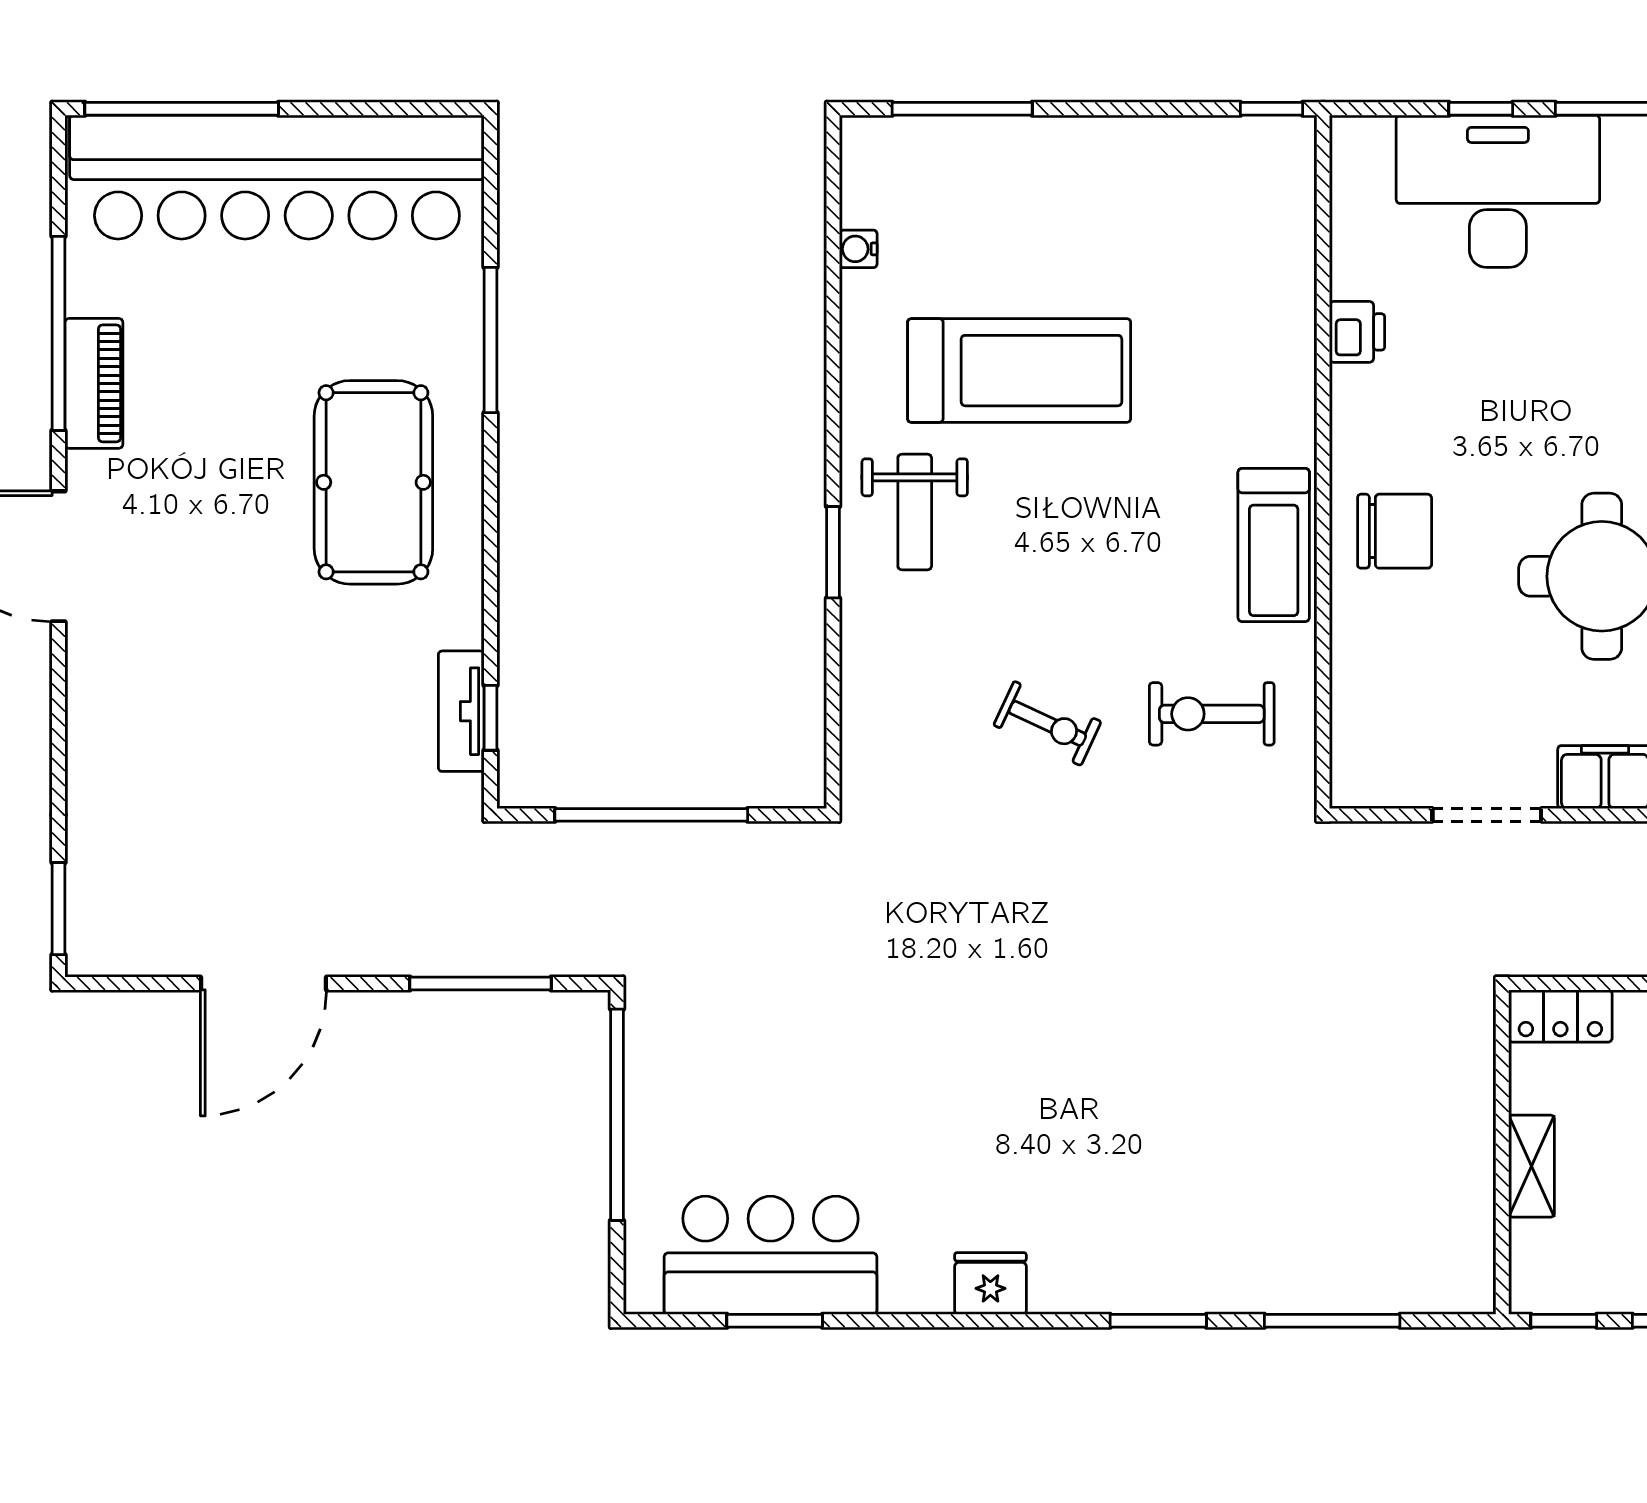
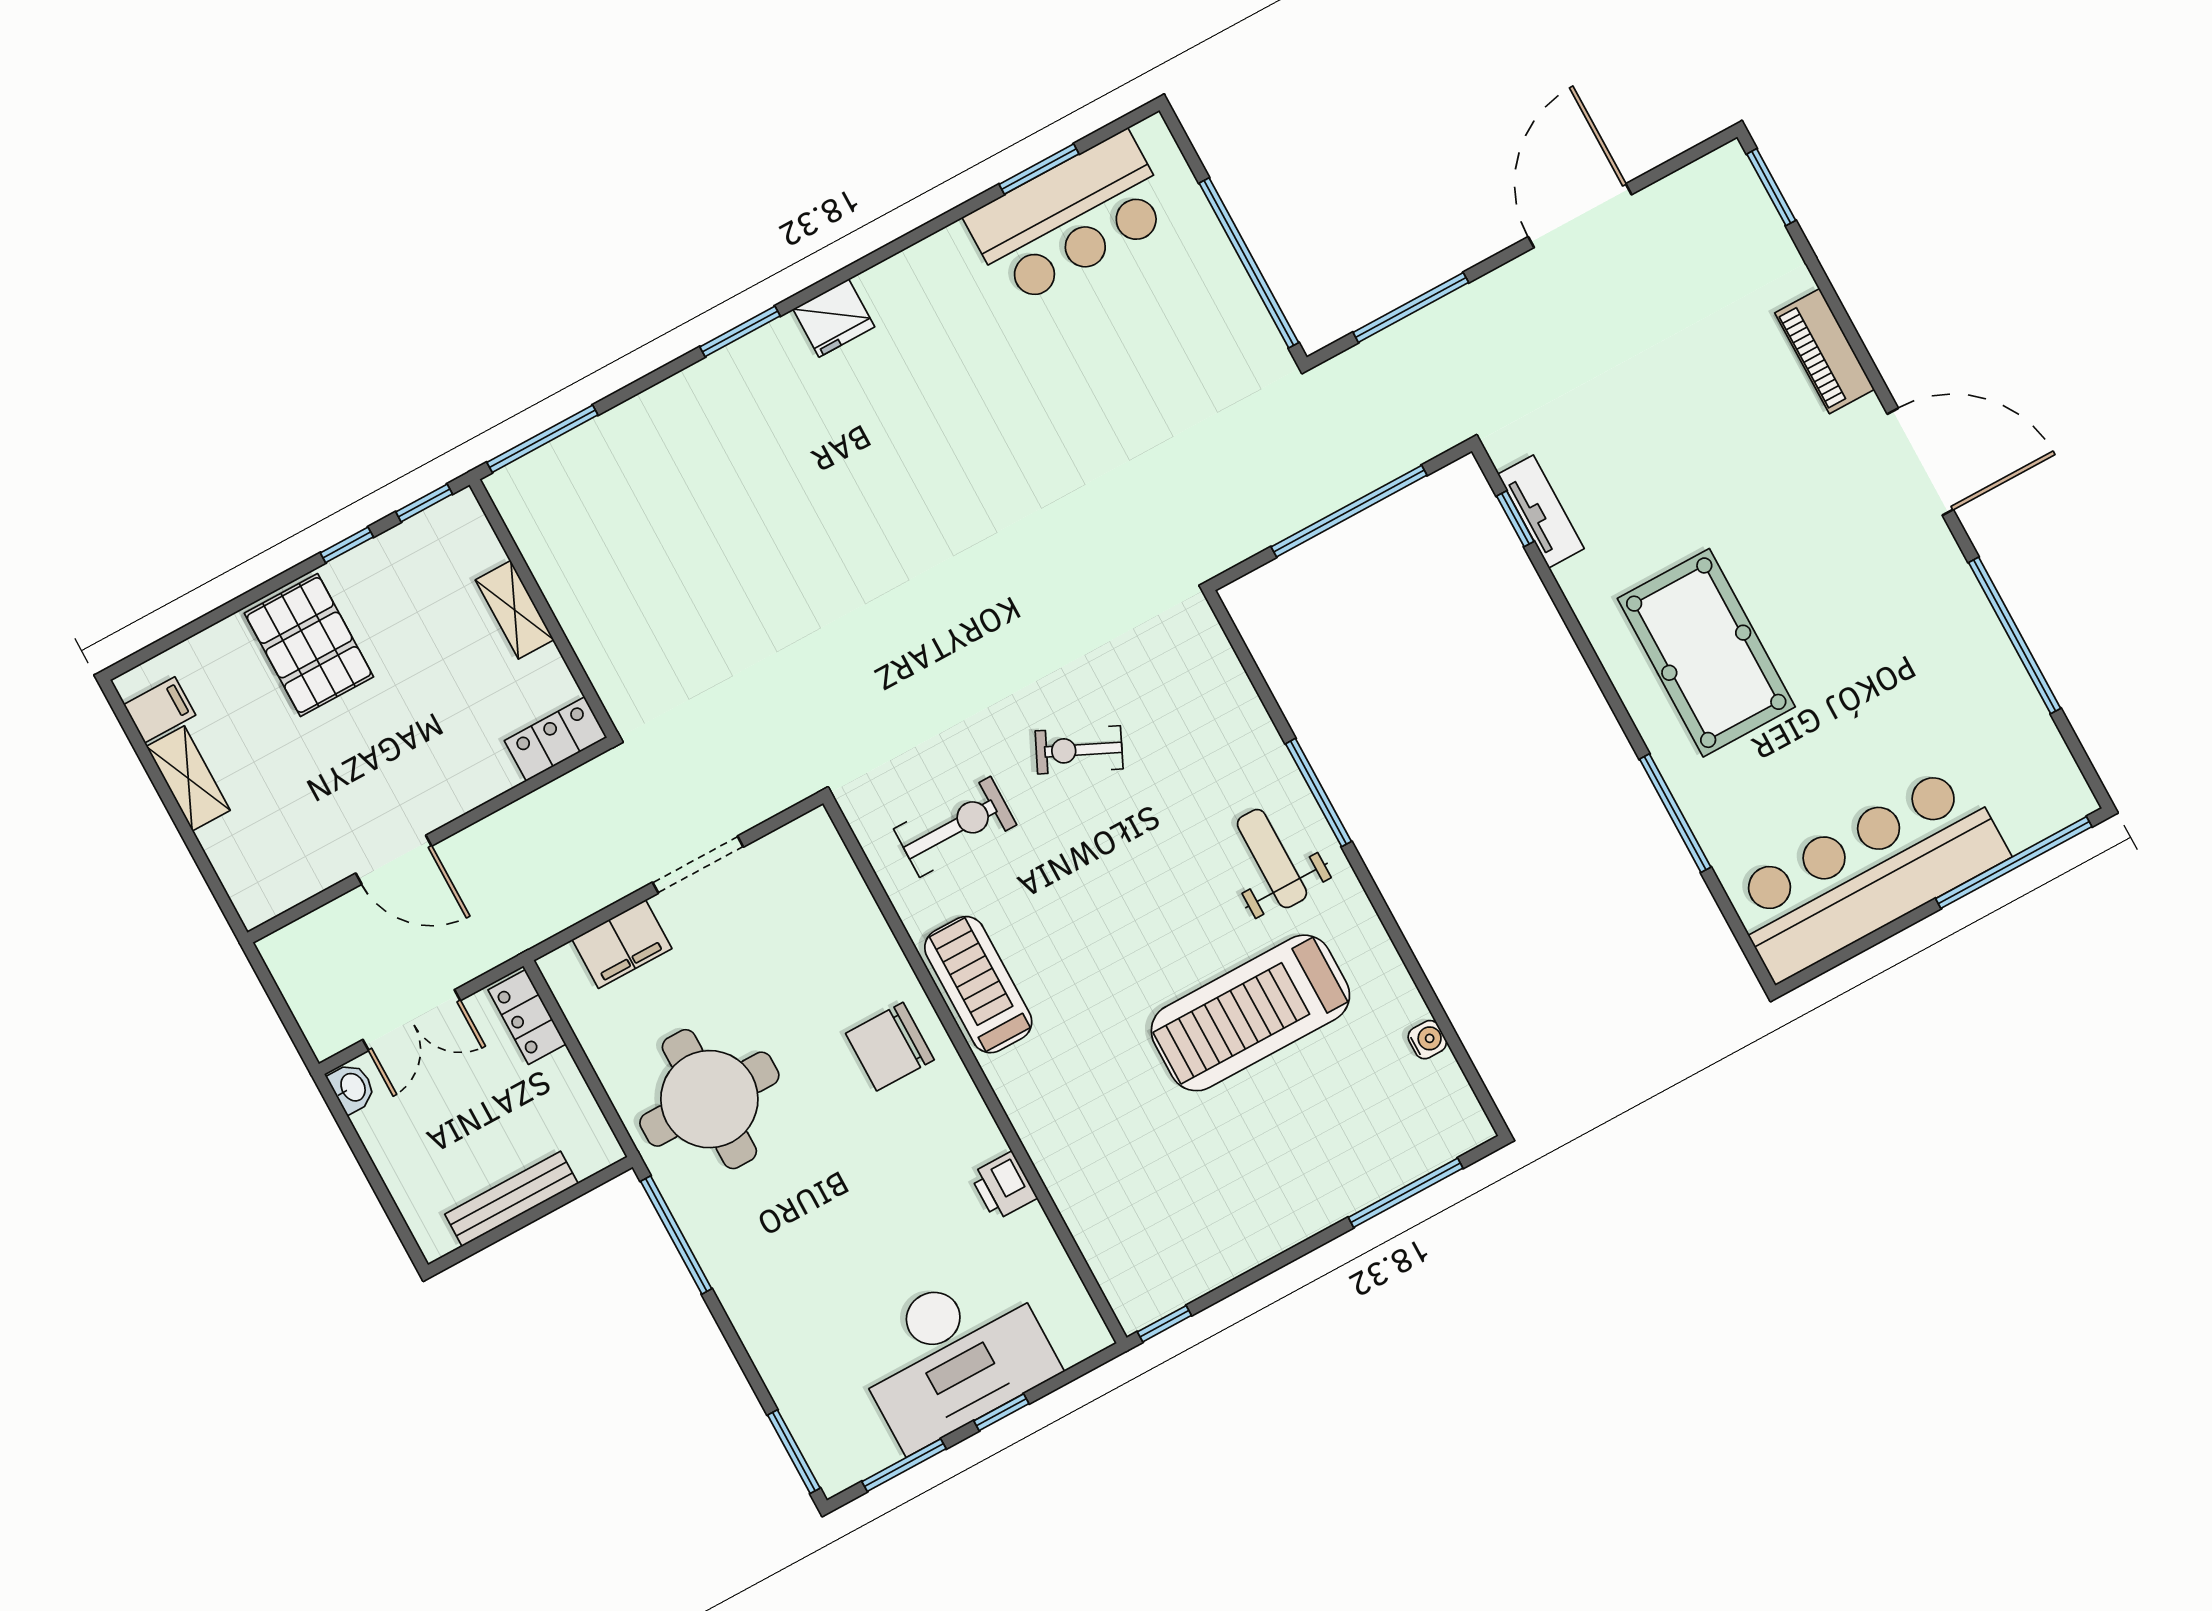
bar counter: (277, 177) -> (1868, 873), width x0.73
piano: (94, 383) -> (1825, 351), moved
window: (833, 552) -> (1318, 793), width x1.44
fridge: (990, 1283) -> (834, 318), moved
window: (1332, 1321) -> (542, 439), moved

